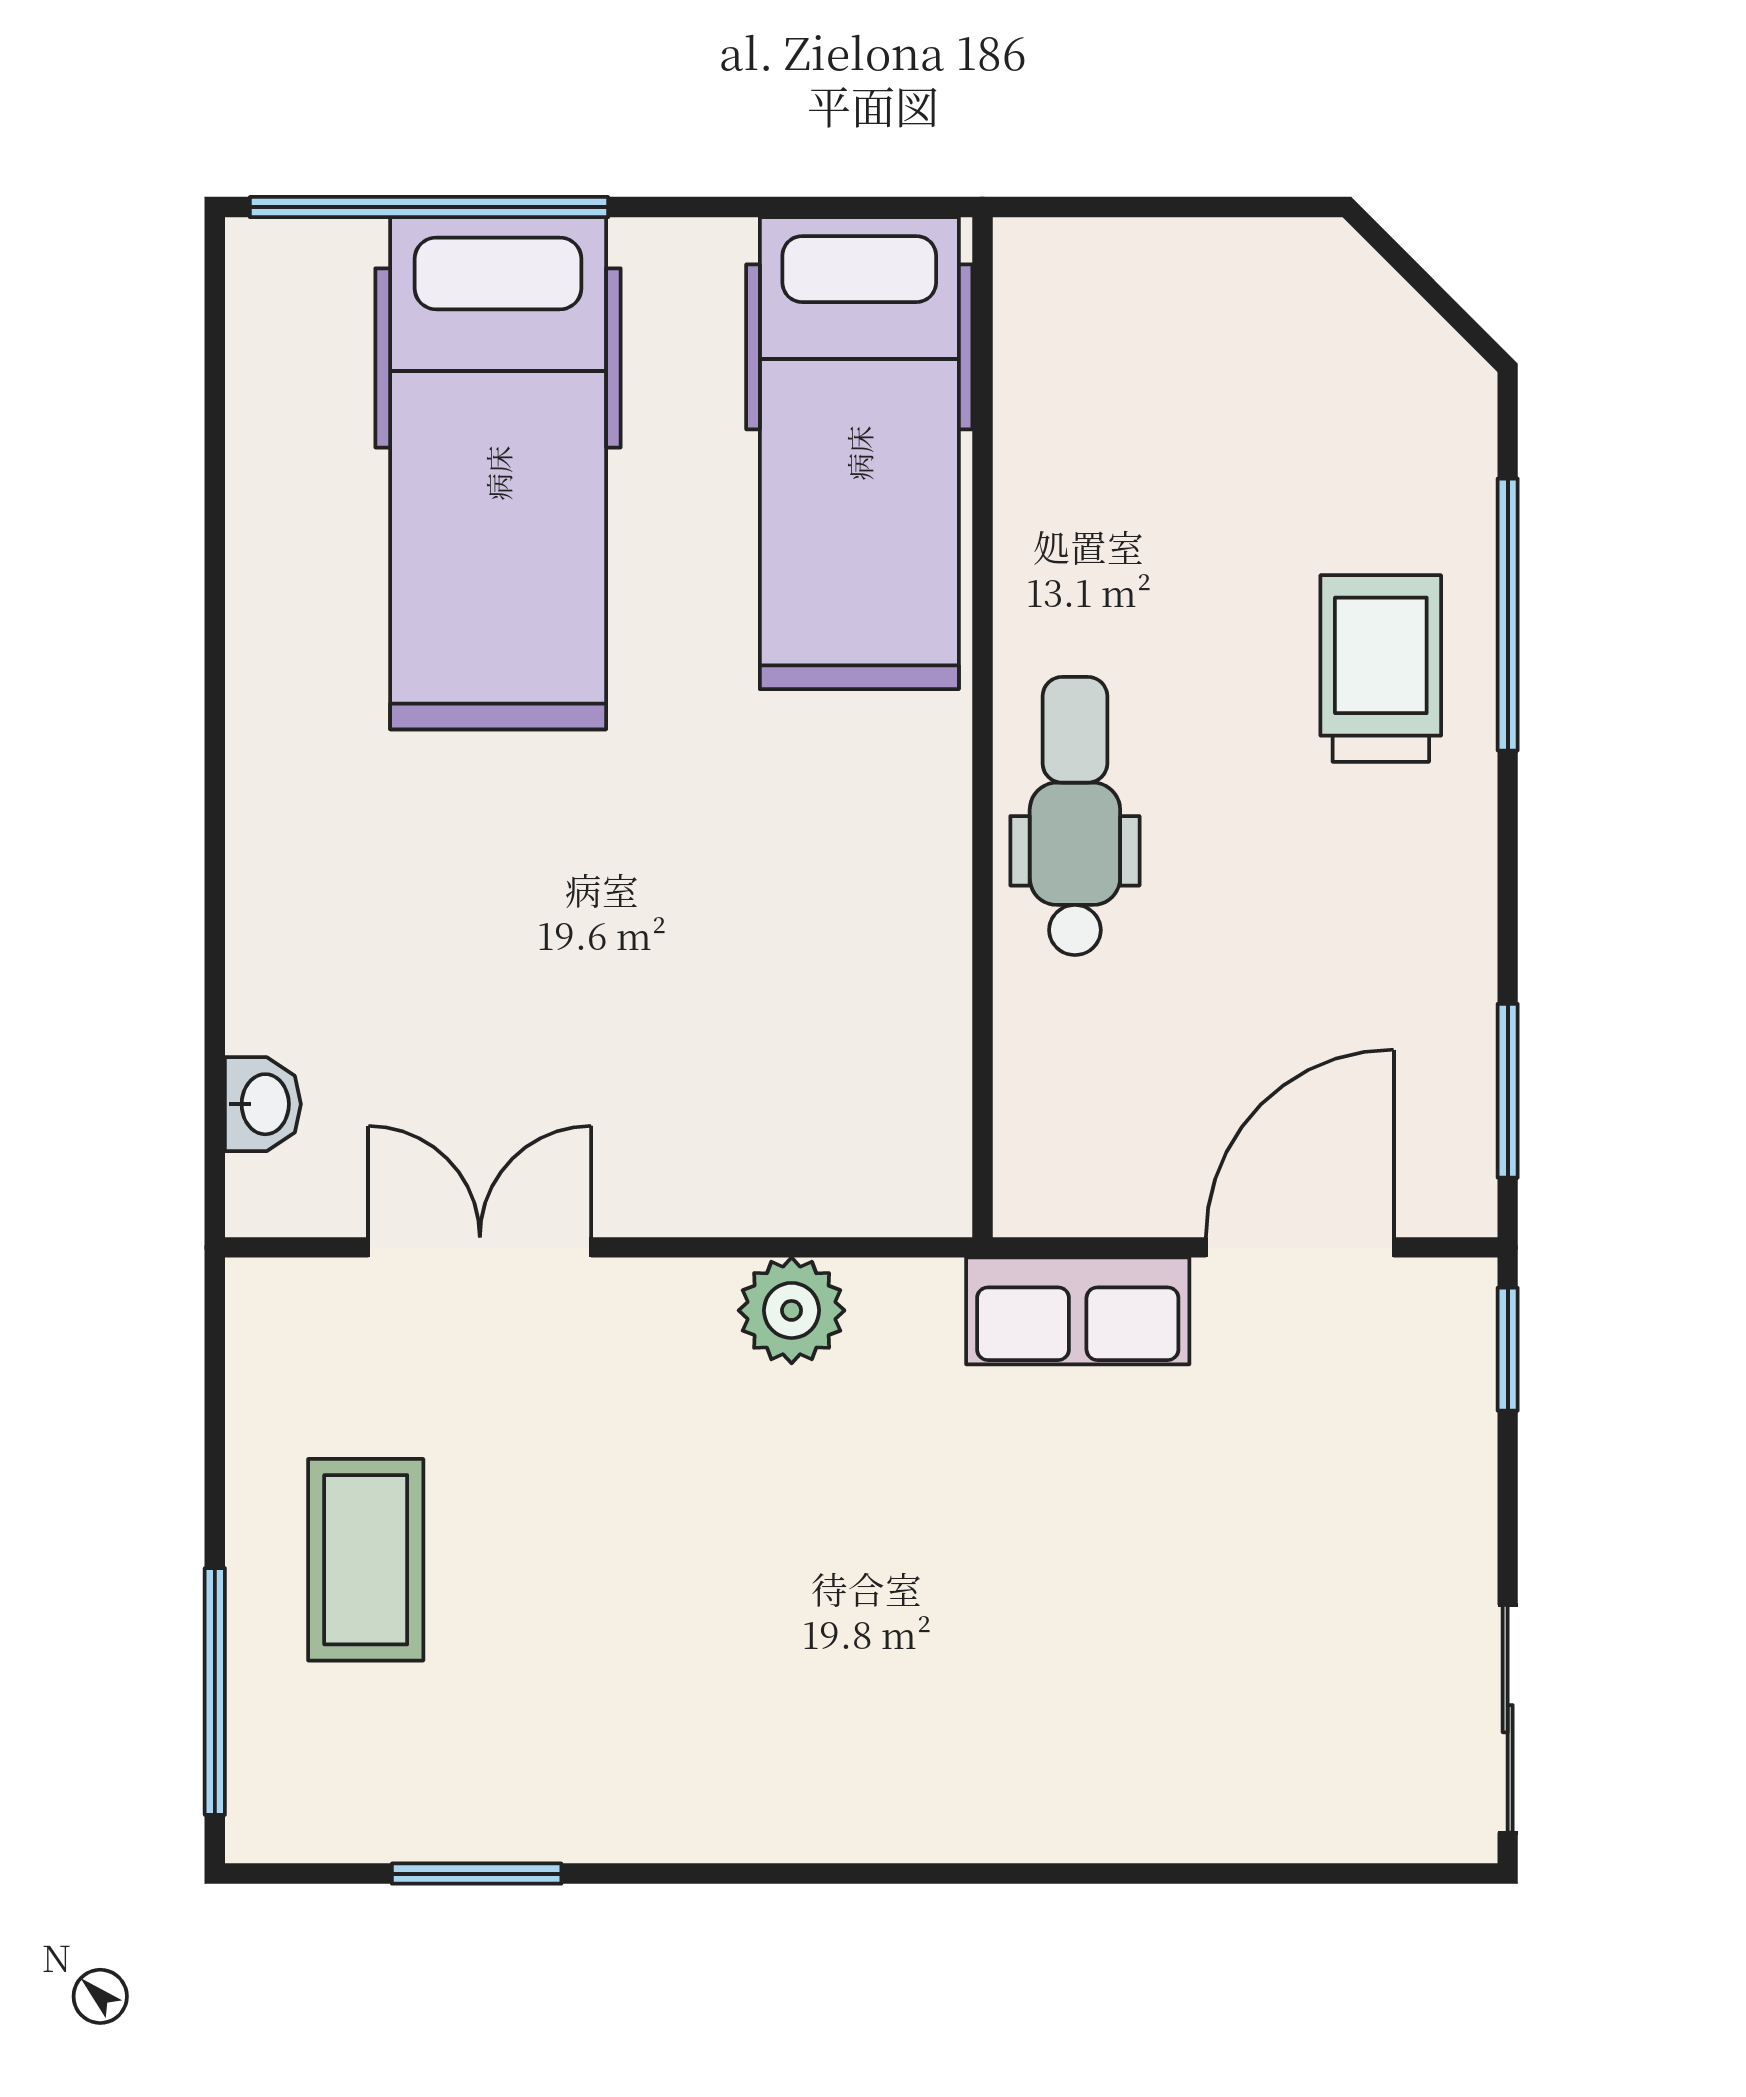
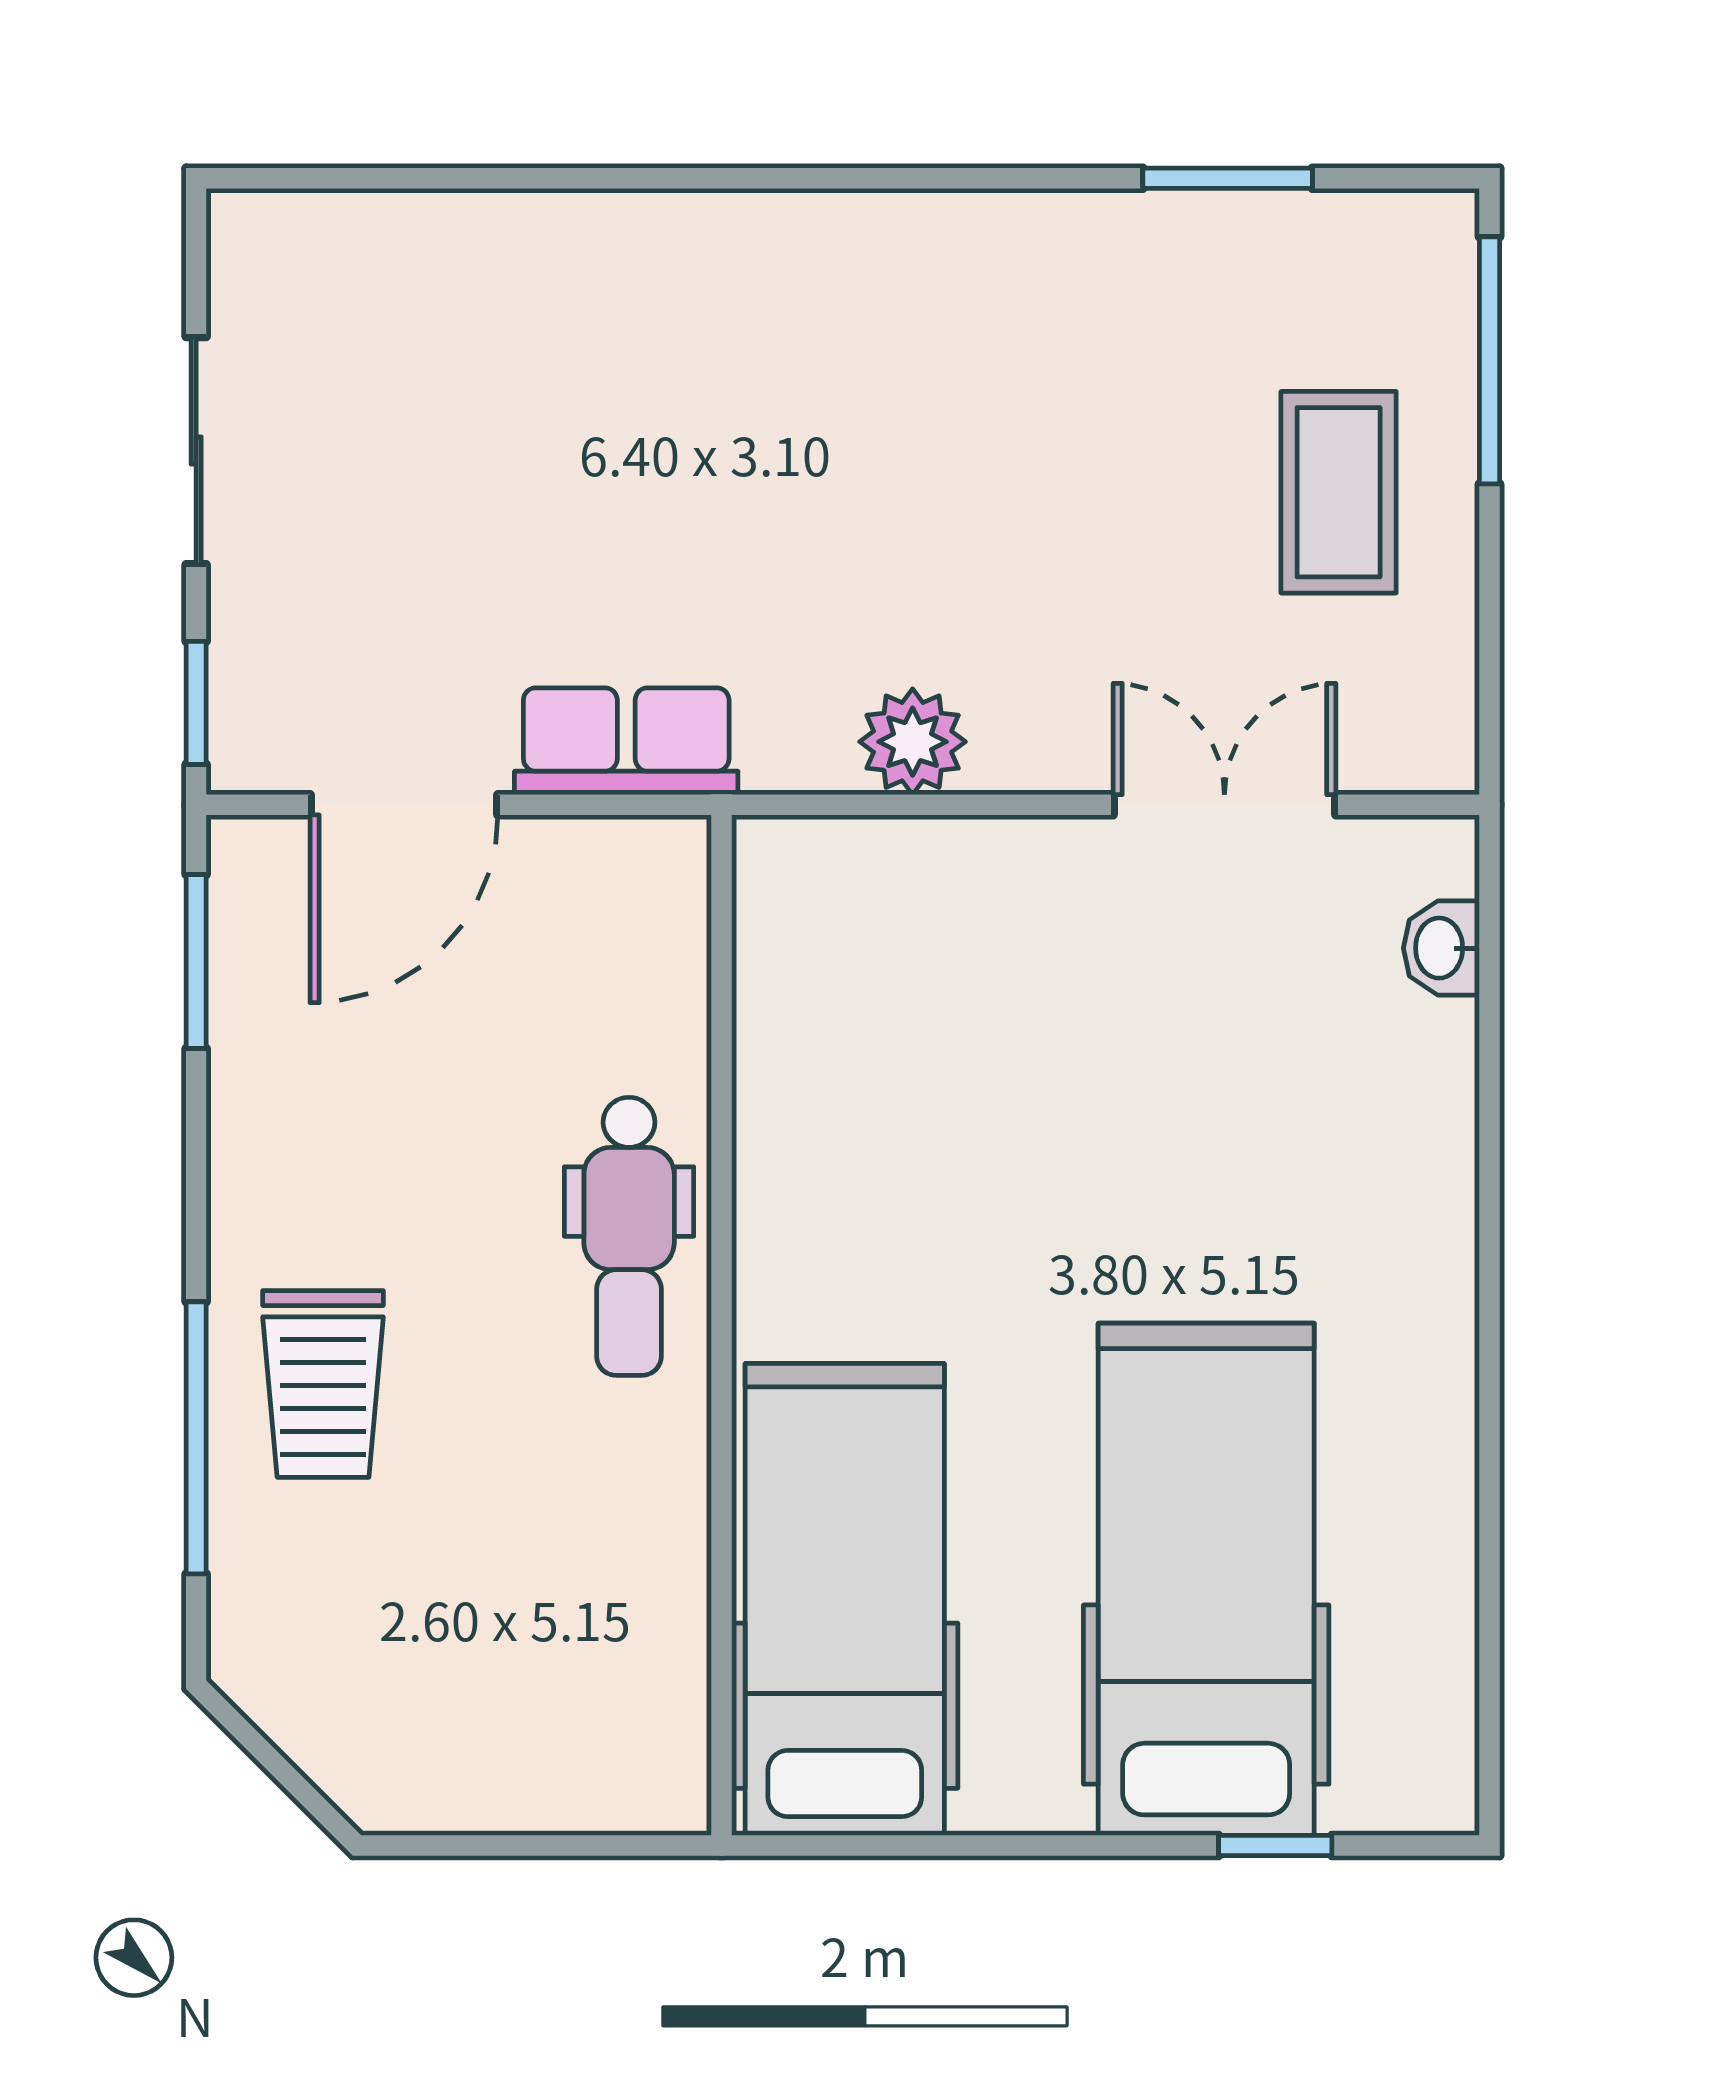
window: (429, 207) -> (1275, 1846), width x0.32
double door: (480, 1247) -> (1224, 805), swing flipped
sliding door: (1508, 1719) -> (196, 451), moved

